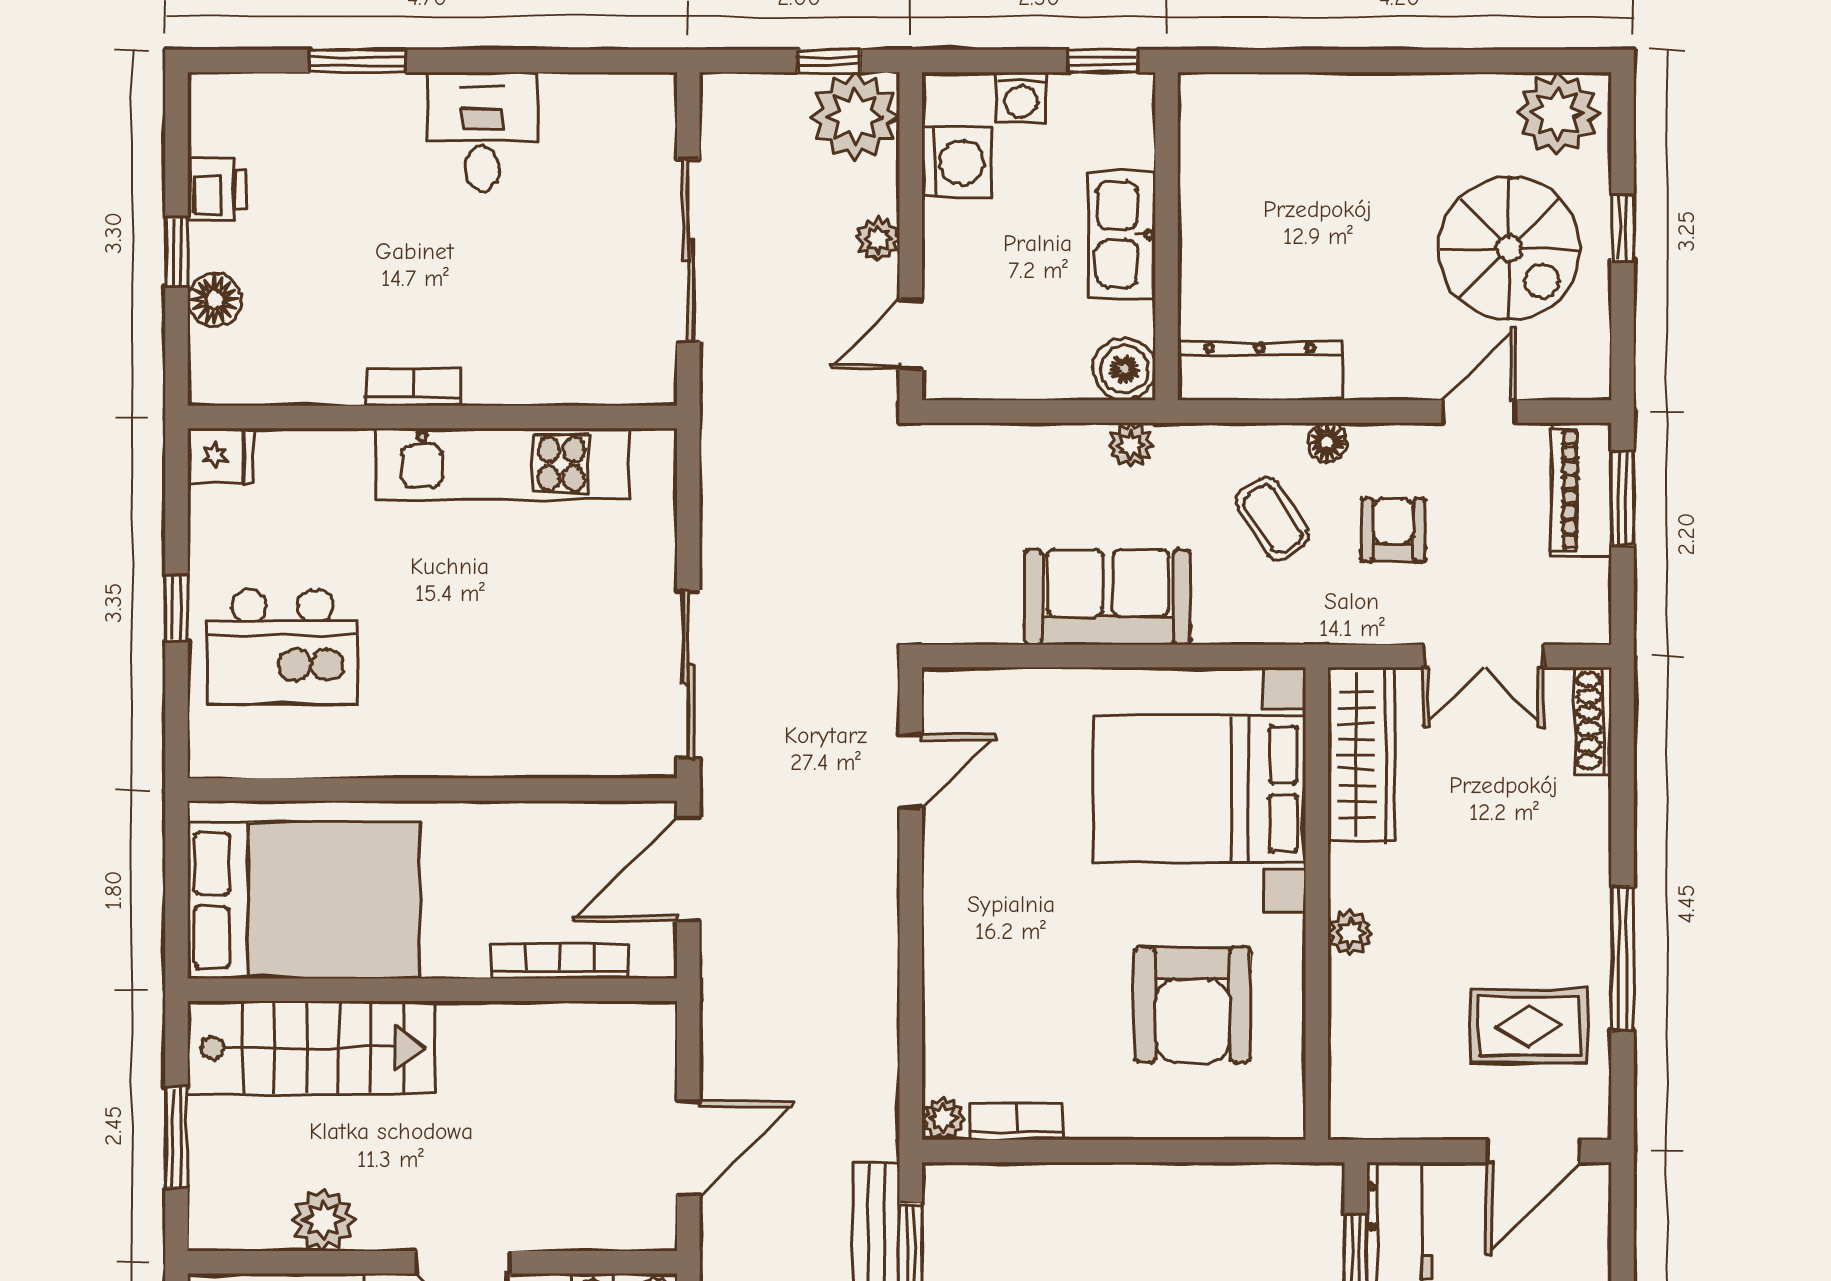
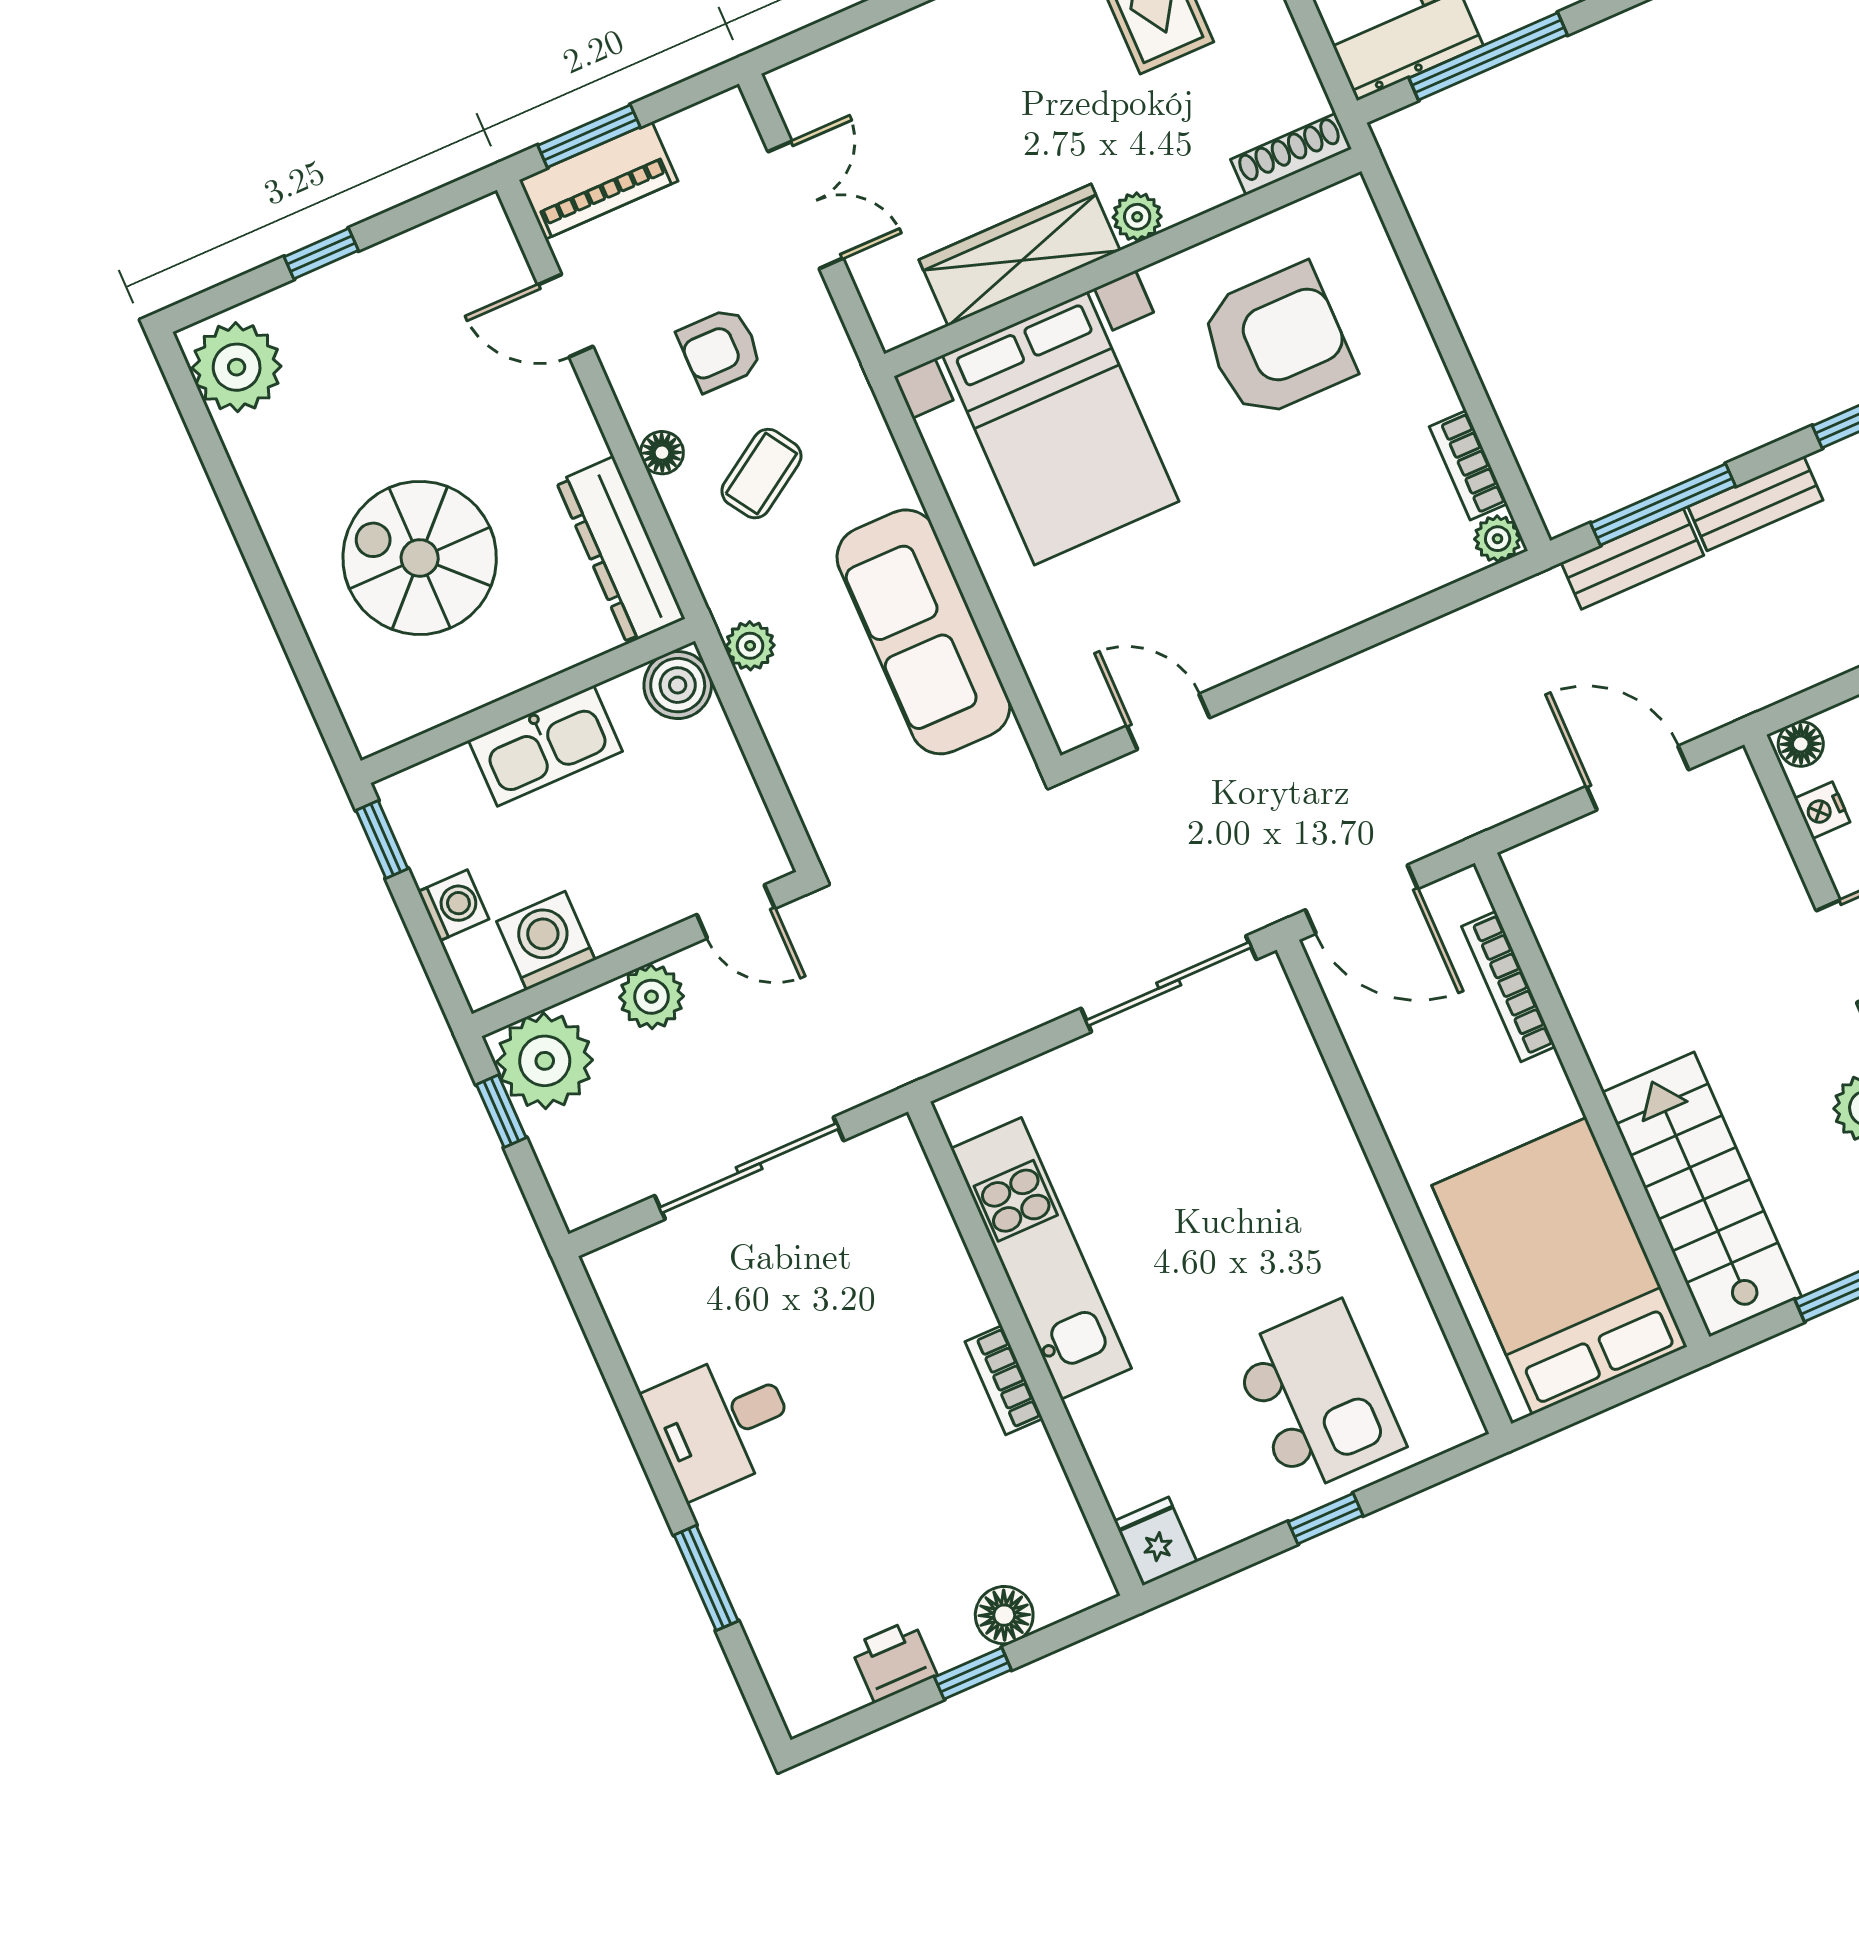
plant: (878, 239) -> (651, 997), width x1.38, depth x1.38
spiral stairs: (1509, 248) -> (420, 558), moved, turned -90
sofa: (1108, 597) -> (923, 632), width x1.36
shoe rack: (1593, 721) -> (1291, 154), moved, turned 180
wardrobe: (1362, 754) -> (1020, 255), moved

